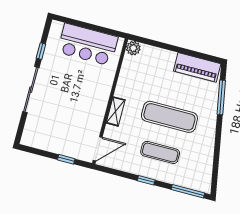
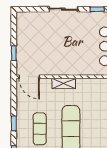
sliding door: (31, 90) -> (63, 9), width x0.73

